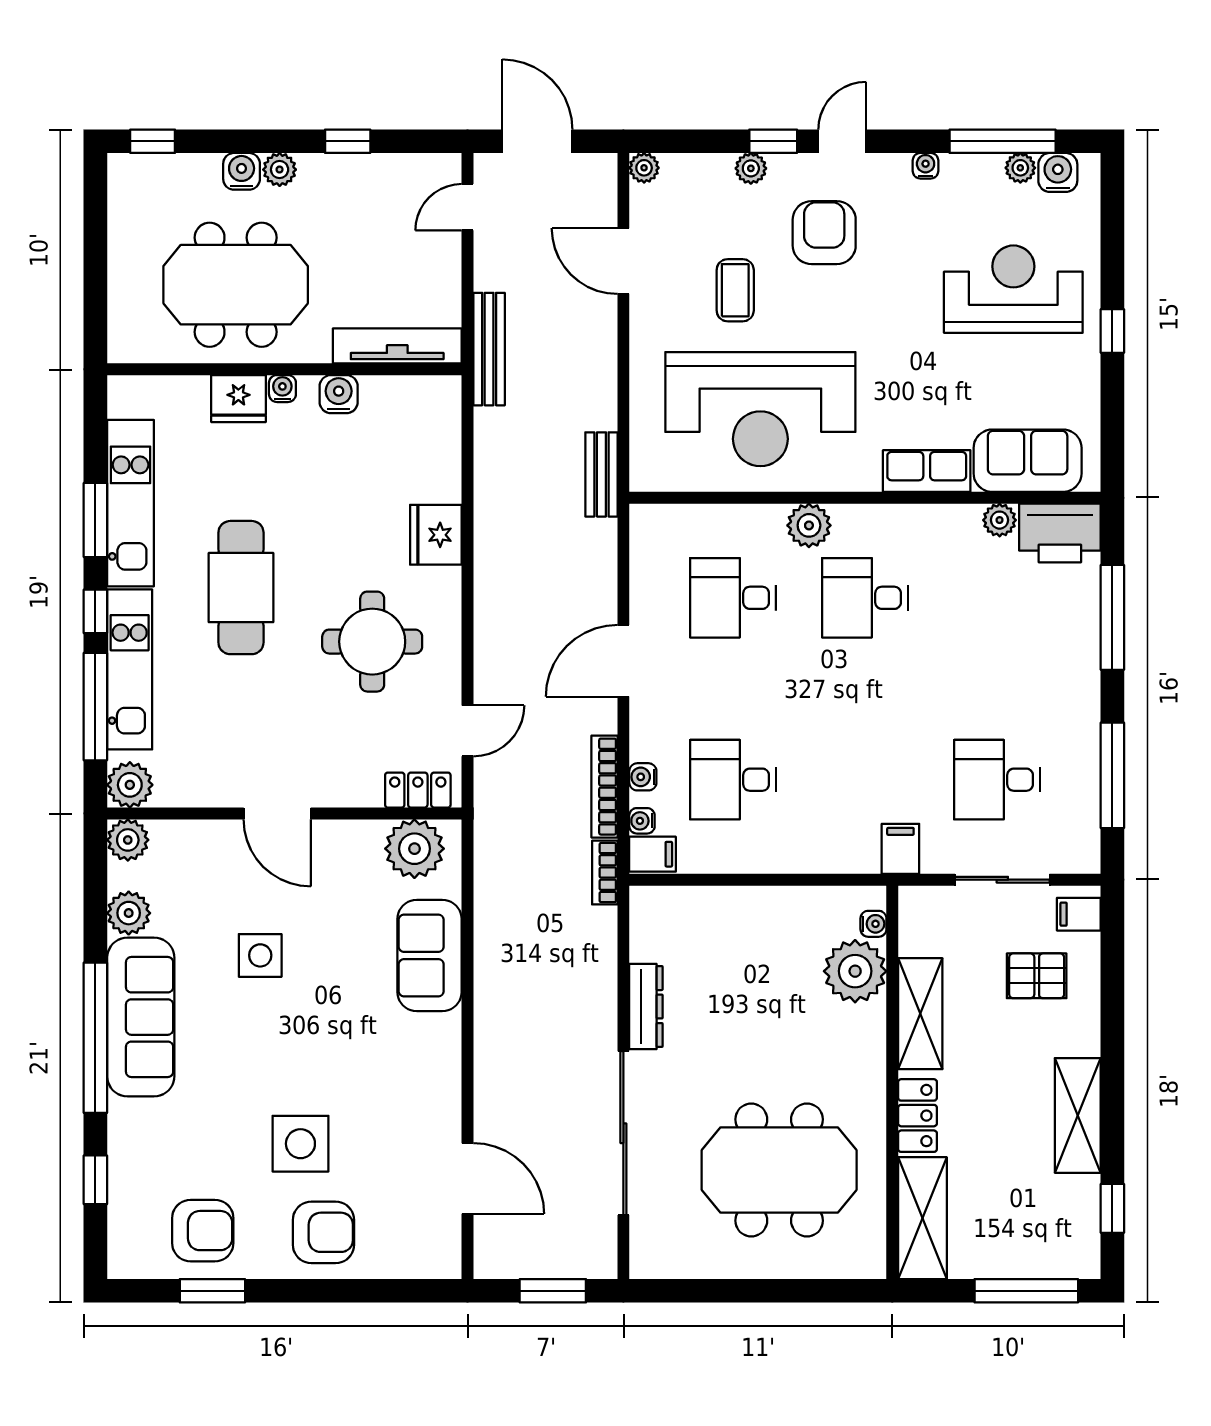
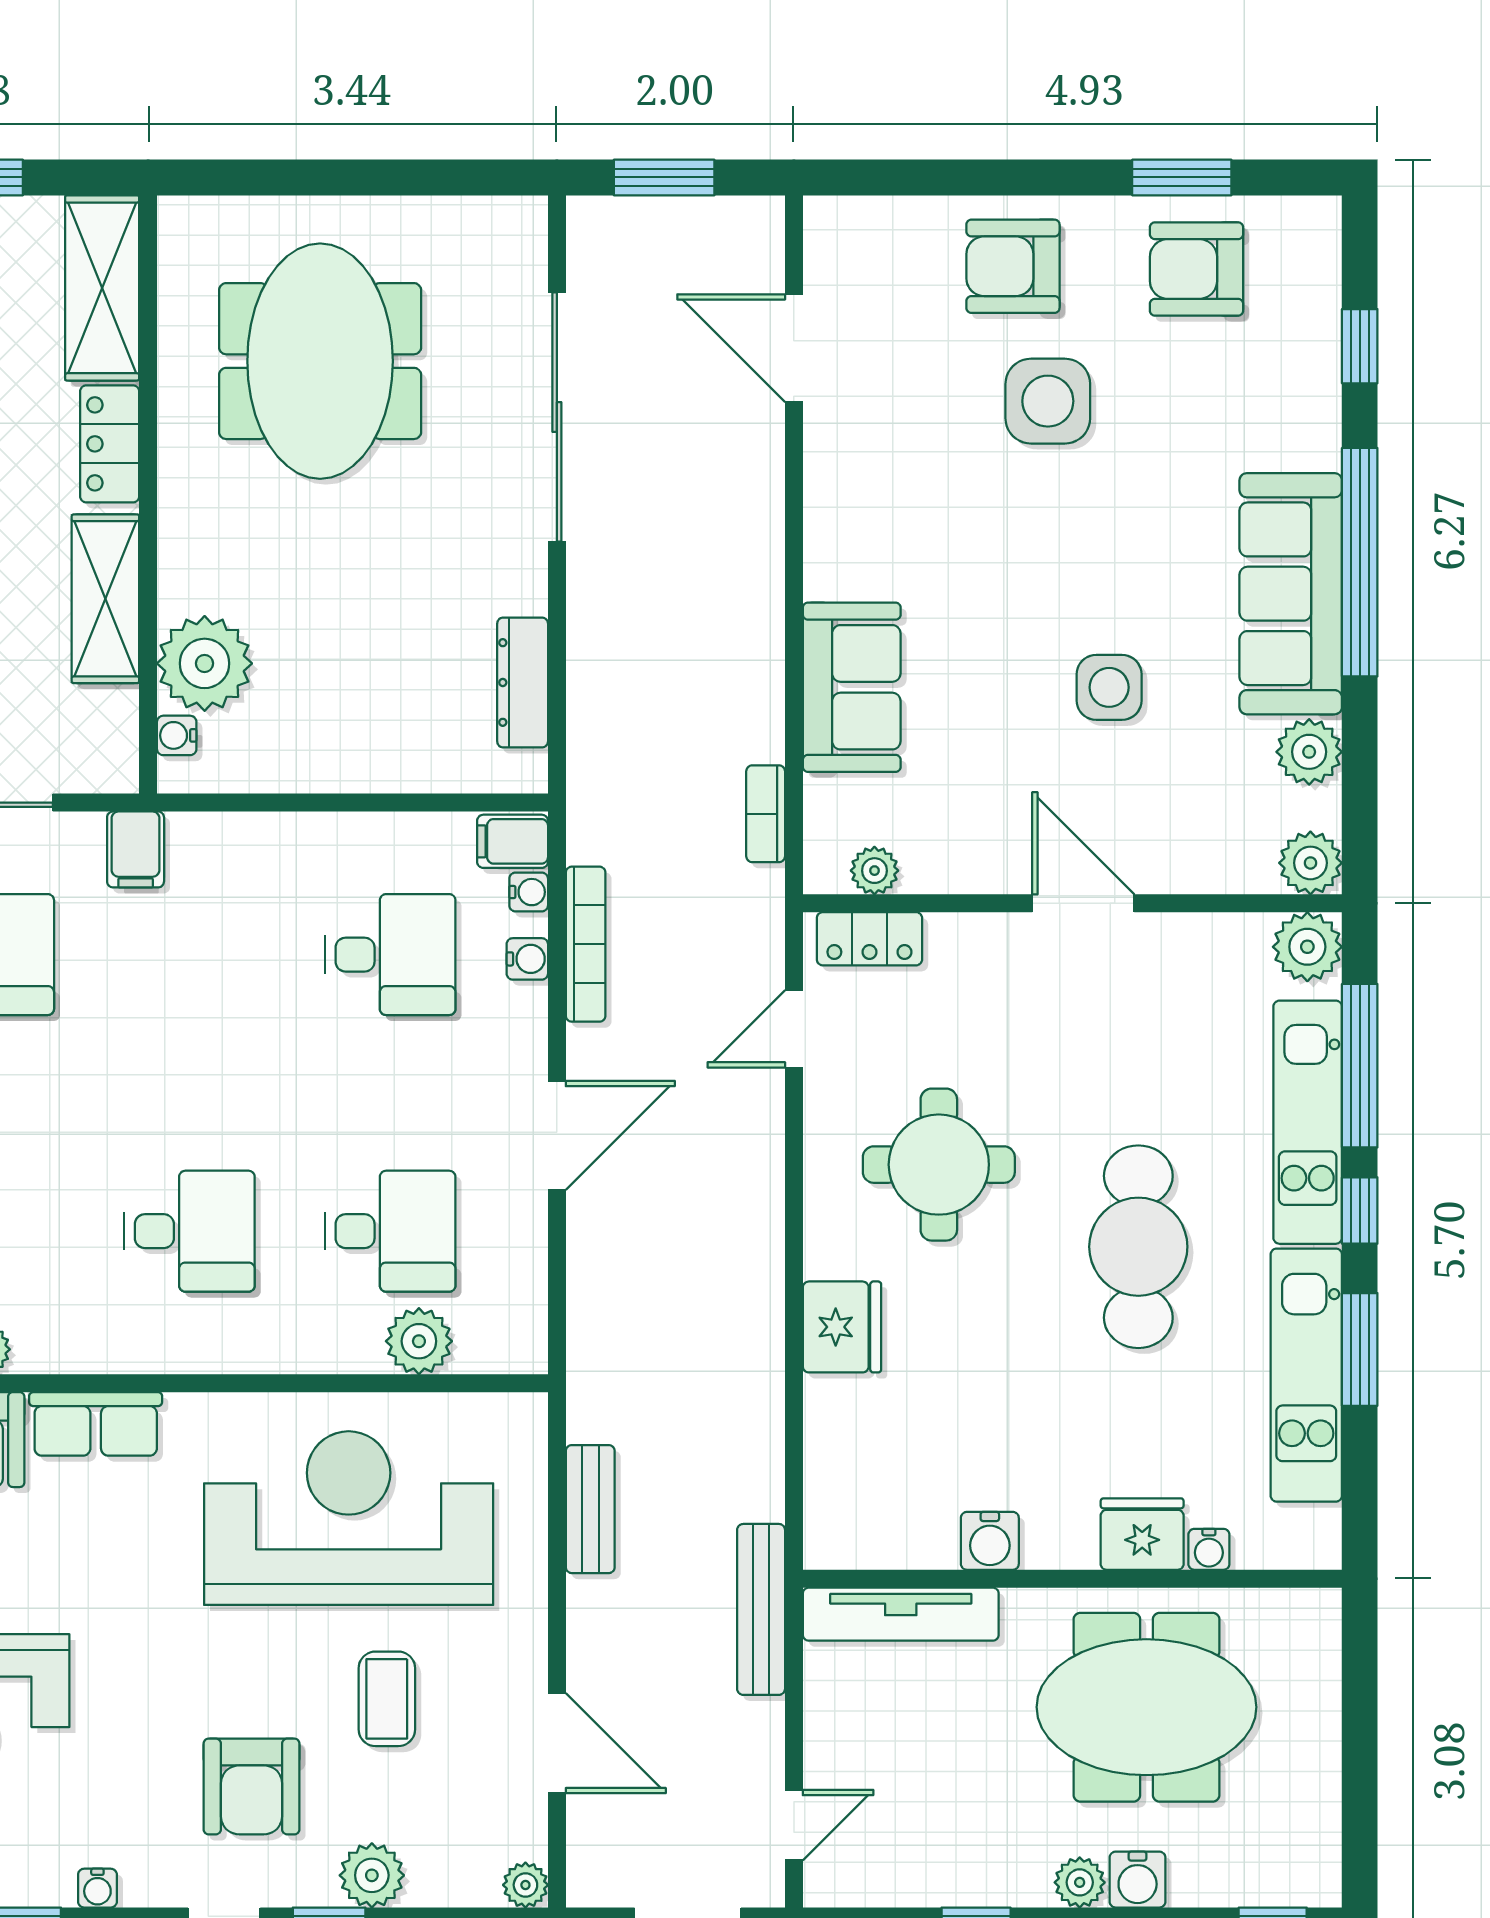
plant: (751, 168) -> (372, 1875), width x1.38, depth x1.38
water cooler: (282, 389) -> (1209, 1549), moved
bench: (601, 474) -> (590, 1509), moved
plant: (809, 525) -> (419, 1341), moved
plant: (414, 849) -> (874, 871), width x0.53, depth x0.53
bookcase: (605, 873) -> (766, 814), moved, turned 180
dresser: (646, 1007) -> (523, 682), moved
meeting table: (779, 1170) -> (320, 361), turned 90

